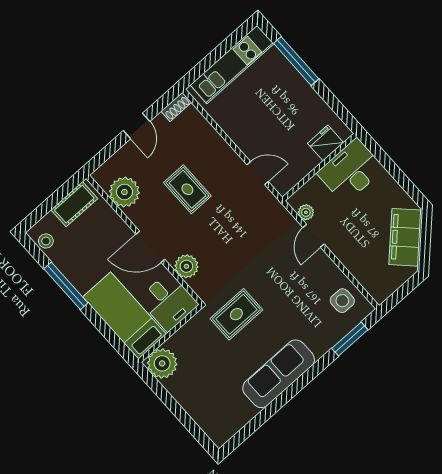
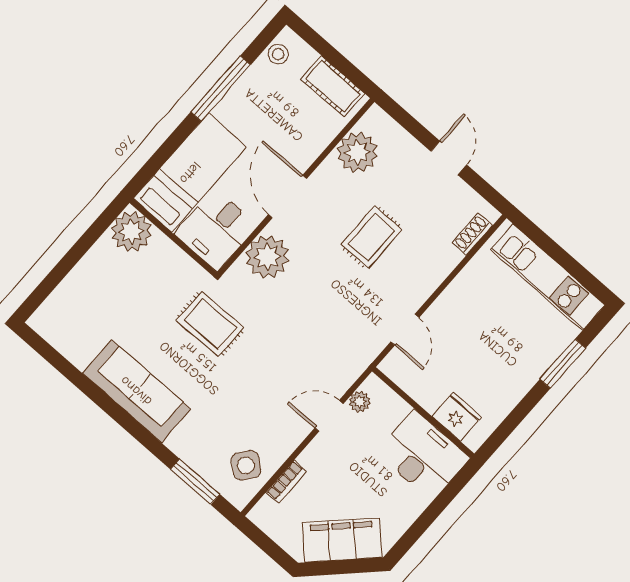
window: (296, 61) -> (563, 364), width x0.69
shoe rack: (176, 107) -> (472, 234), moved, turned 90
door: (137, 126) -> (449, 158), swing flipped
plant: (186, 266) -> (267, 257), width x1.36, depth x1.36
bookcase: (358, 273) -> (286, 482), added
side table: (342, 301) -> (246, 465), turned 38

